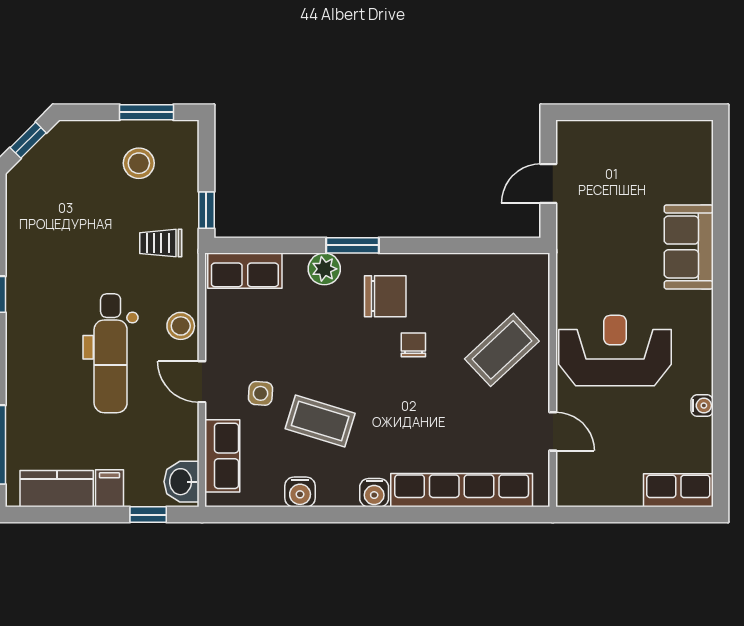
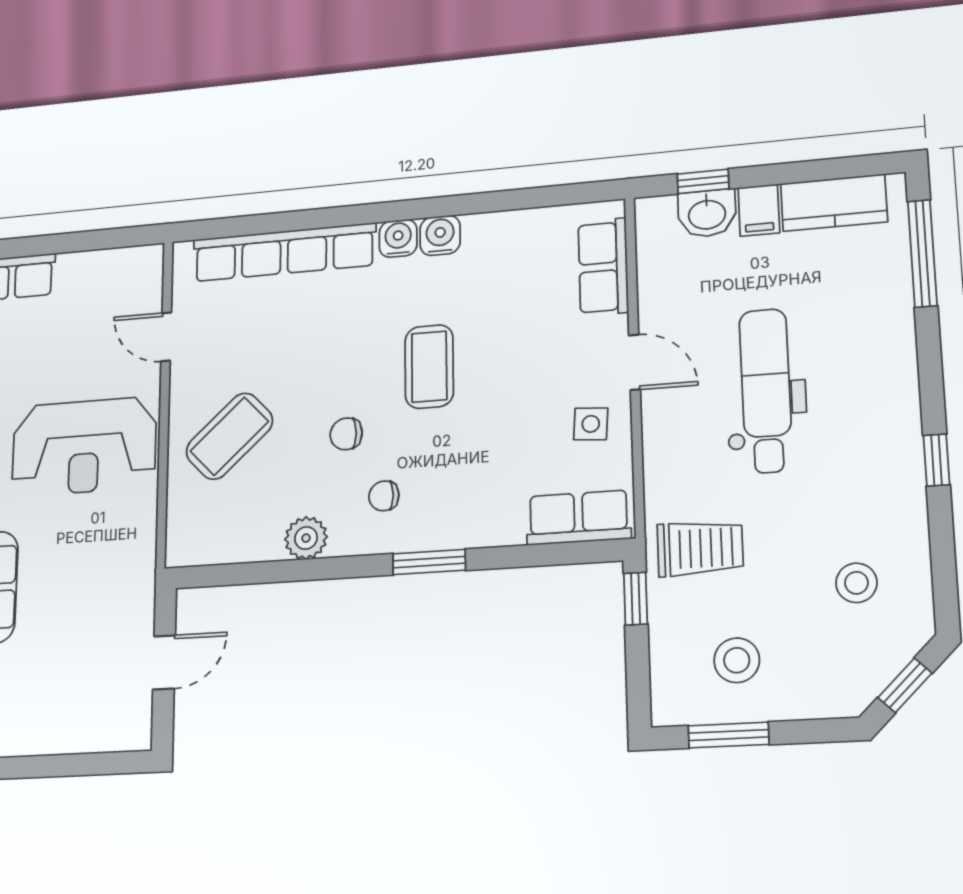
trolley: (161, 243) -> (700, 548), width x1.36, depth x1.39
plant: (324, 269) -> (306, 538), moved
chair: (385, 296) -> (384, 496), width x0.54, depth x0.54
stool: (181, 326) -> (856, 583), moved
chair: (413, 345) -> (346, 434), turned 90
side table: (261, 393) -> (591, 424), moved
coffee table: (320, 421) -> (429, 367), moved, turned 73
washbasin: (182, 482) -> (707, 213), moved, turned 90
water cooler: (300, 492) -> (440, 235), moved

